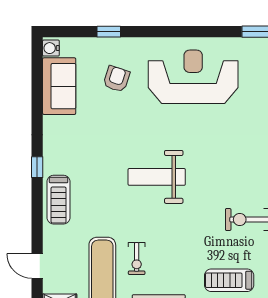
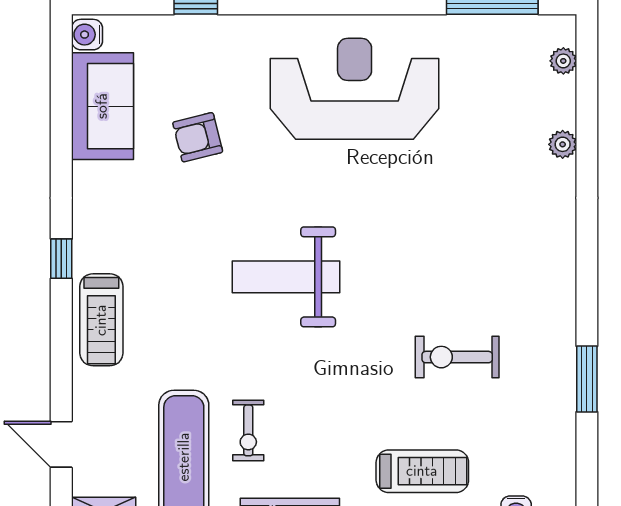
armchair: (116, 79) -> (198, 137), moved, turned -122
treadmill: (229, 280) -> (422, 471), turned 180

